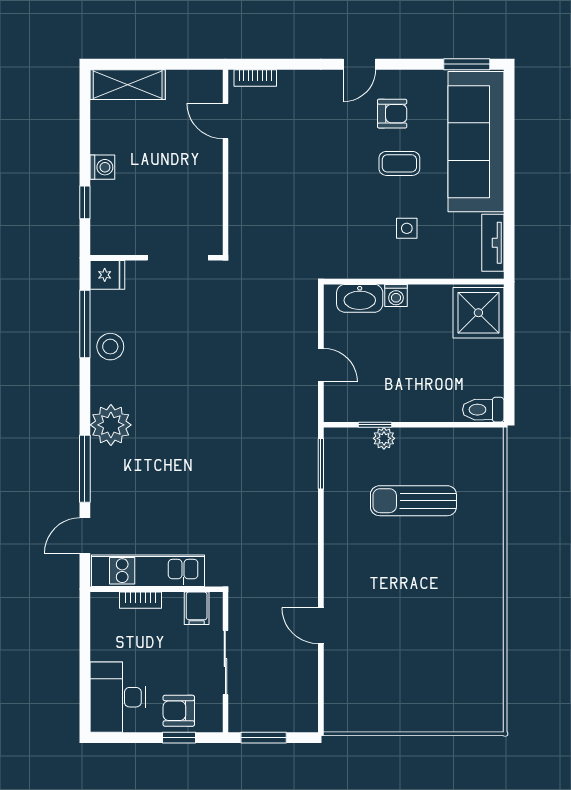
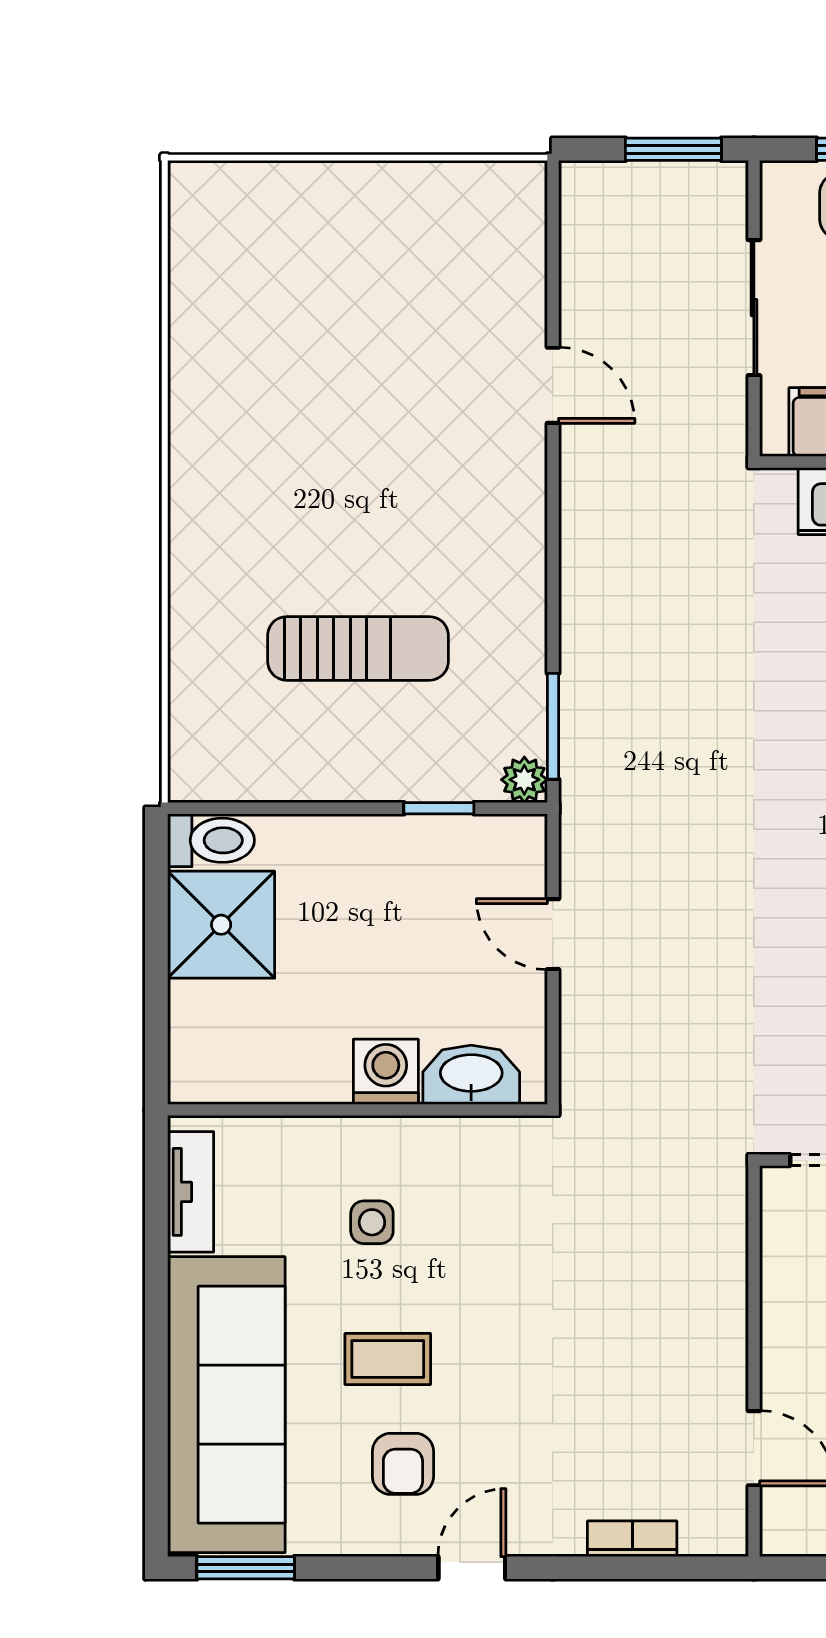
bookcase: (255, 78) -> (632, 1539), moved
armchair: (392, 114) -> (403, 1464), turned -90
washing machine: (396, 296) -> (386, 1072), width x1.38, depth x1.38
shower: (478, 313) -> (221, 925), moved
plant: (384, 438) -> (524, 780), moved

